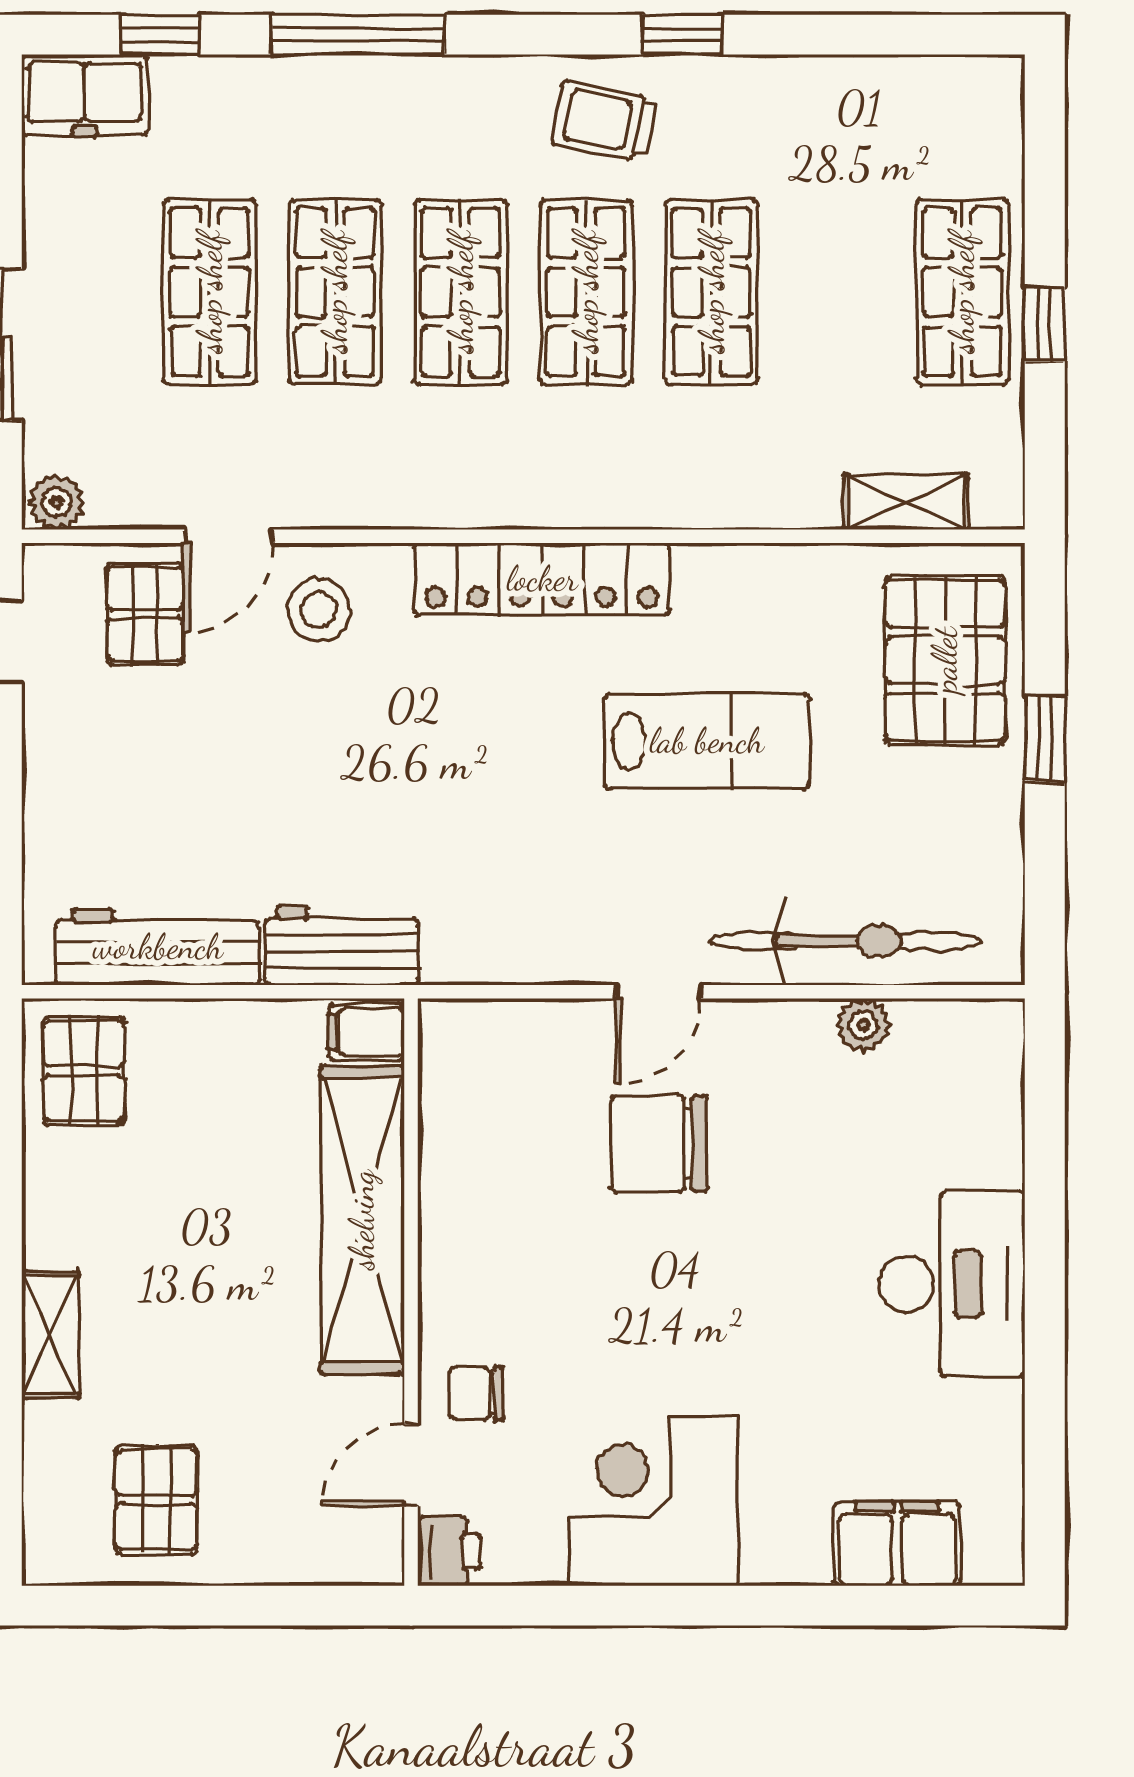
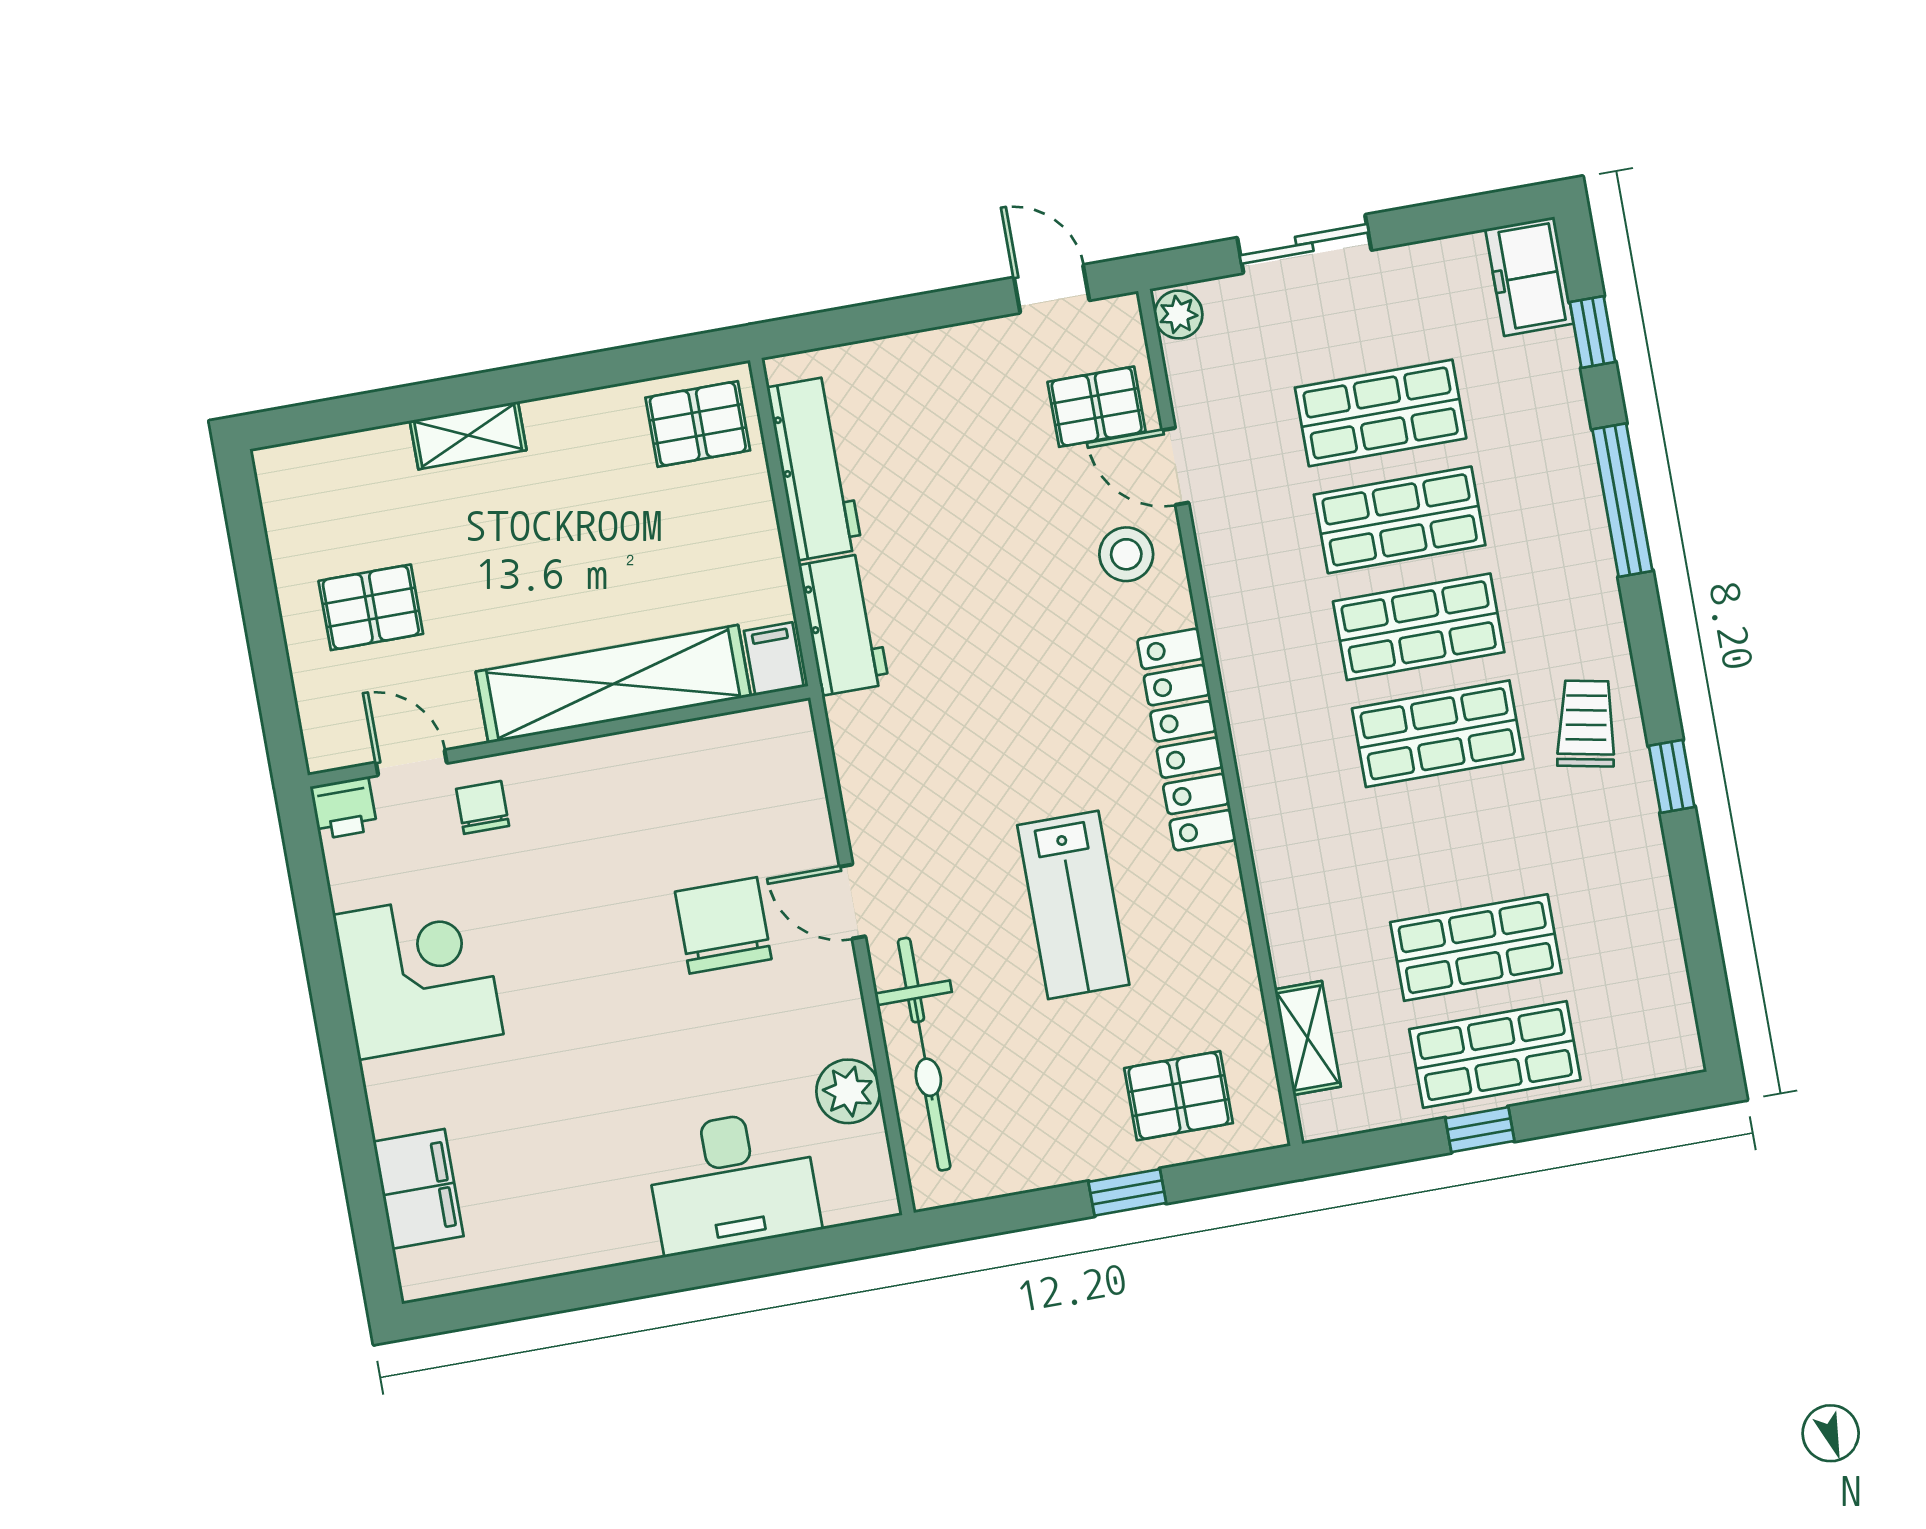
shop shelf: (712, 292) -> (1476, 948), moved
pallet: (945, 660) -> (1178, 1096), width x0.67, depth x0.71
plant: (863, 1025) -> (848, 1091), width x1.38, depth x1.38
desk: (952, 1284) -> (732, 1181), moved
pallet: (156, 1500) -> (371, 607), moved

